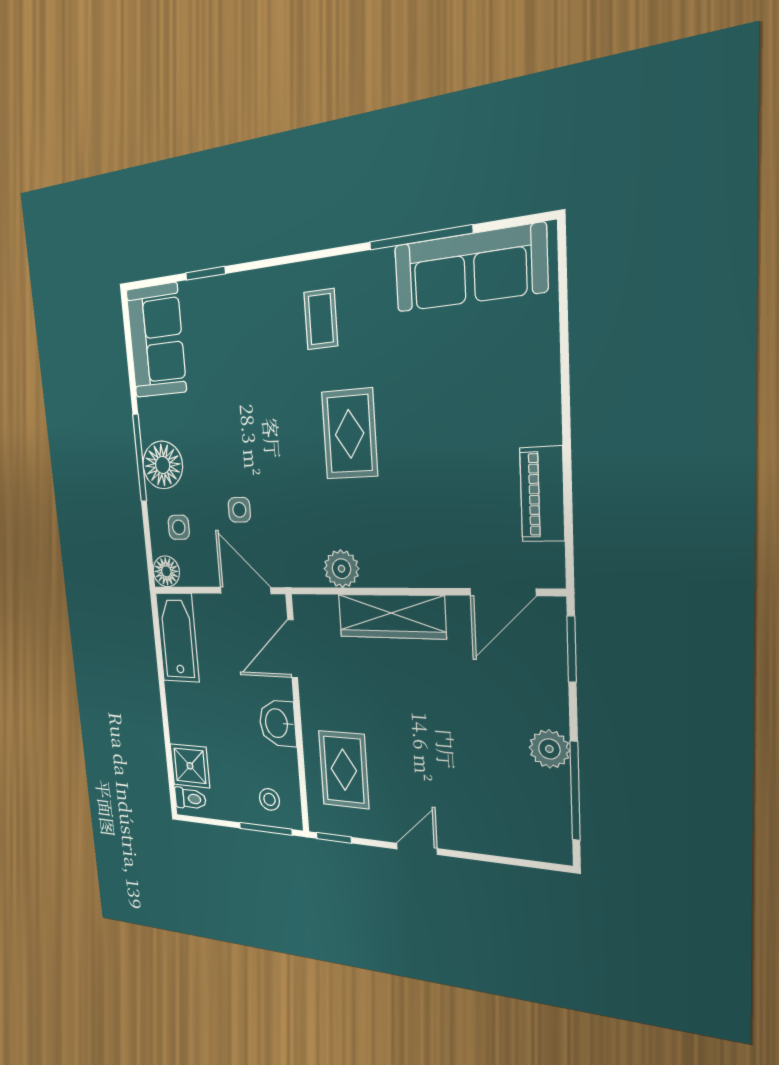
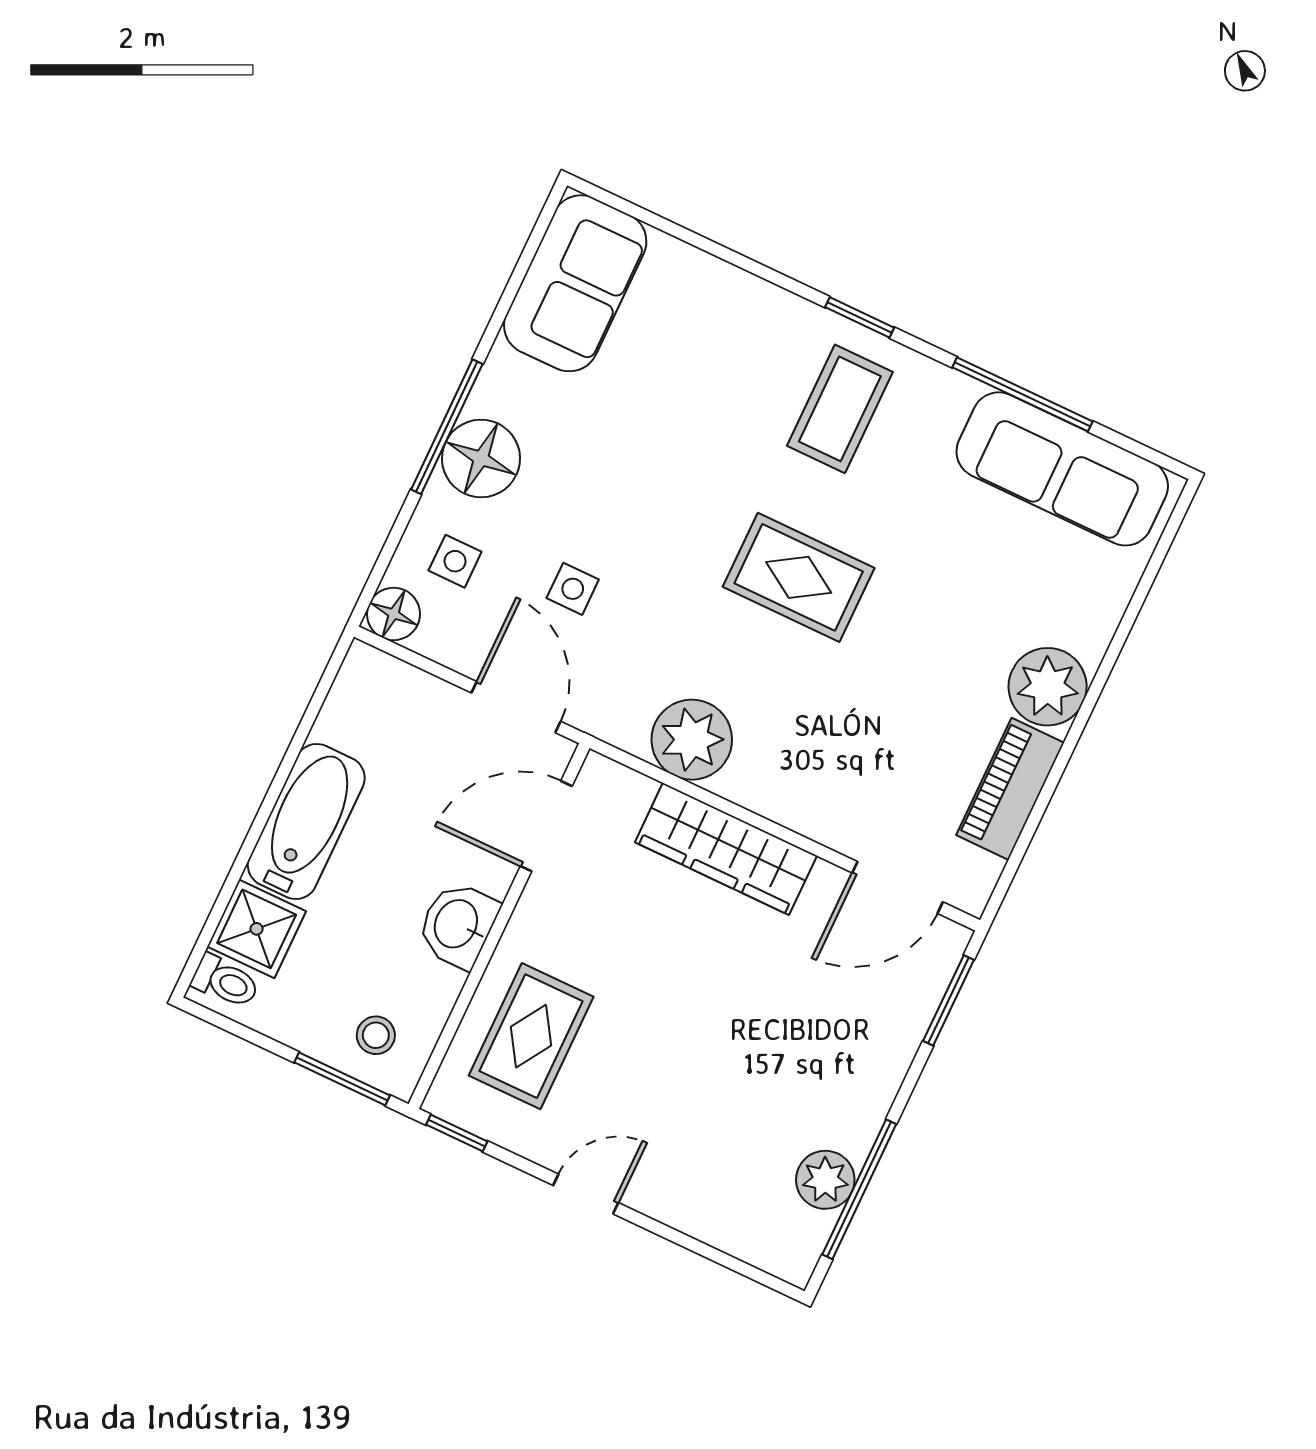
window: (206, 273) -> (860, 317), moved
coffee table: (321, 319) -> (840, 409), width x1.36, depth x1.30
plant: (533, 415) -> (1048, 687), added
rug: (350, 434) -> (799, 577), turned 90
plant: (341, 569) -> (692, 740), width x1.36, depth x1.36
bathtub: (177, 638) -> (306, 822), moved
plant: (549, 749) -> (825, 1180), moved

